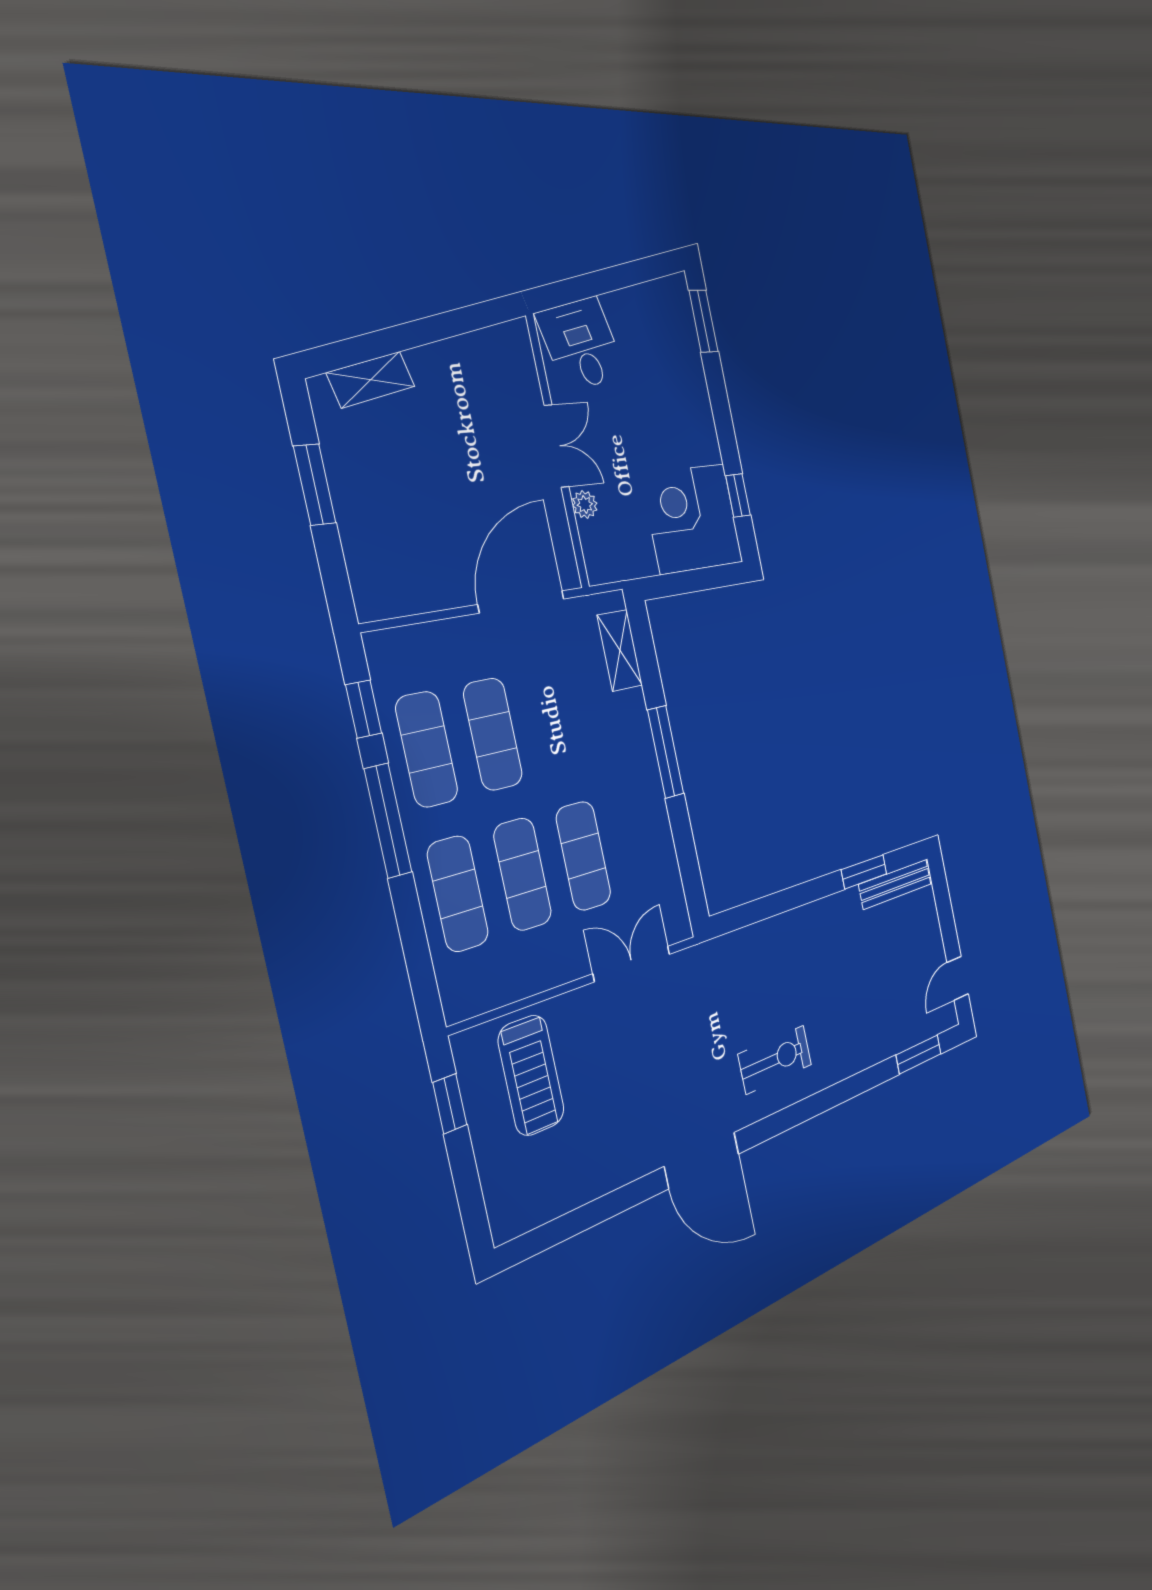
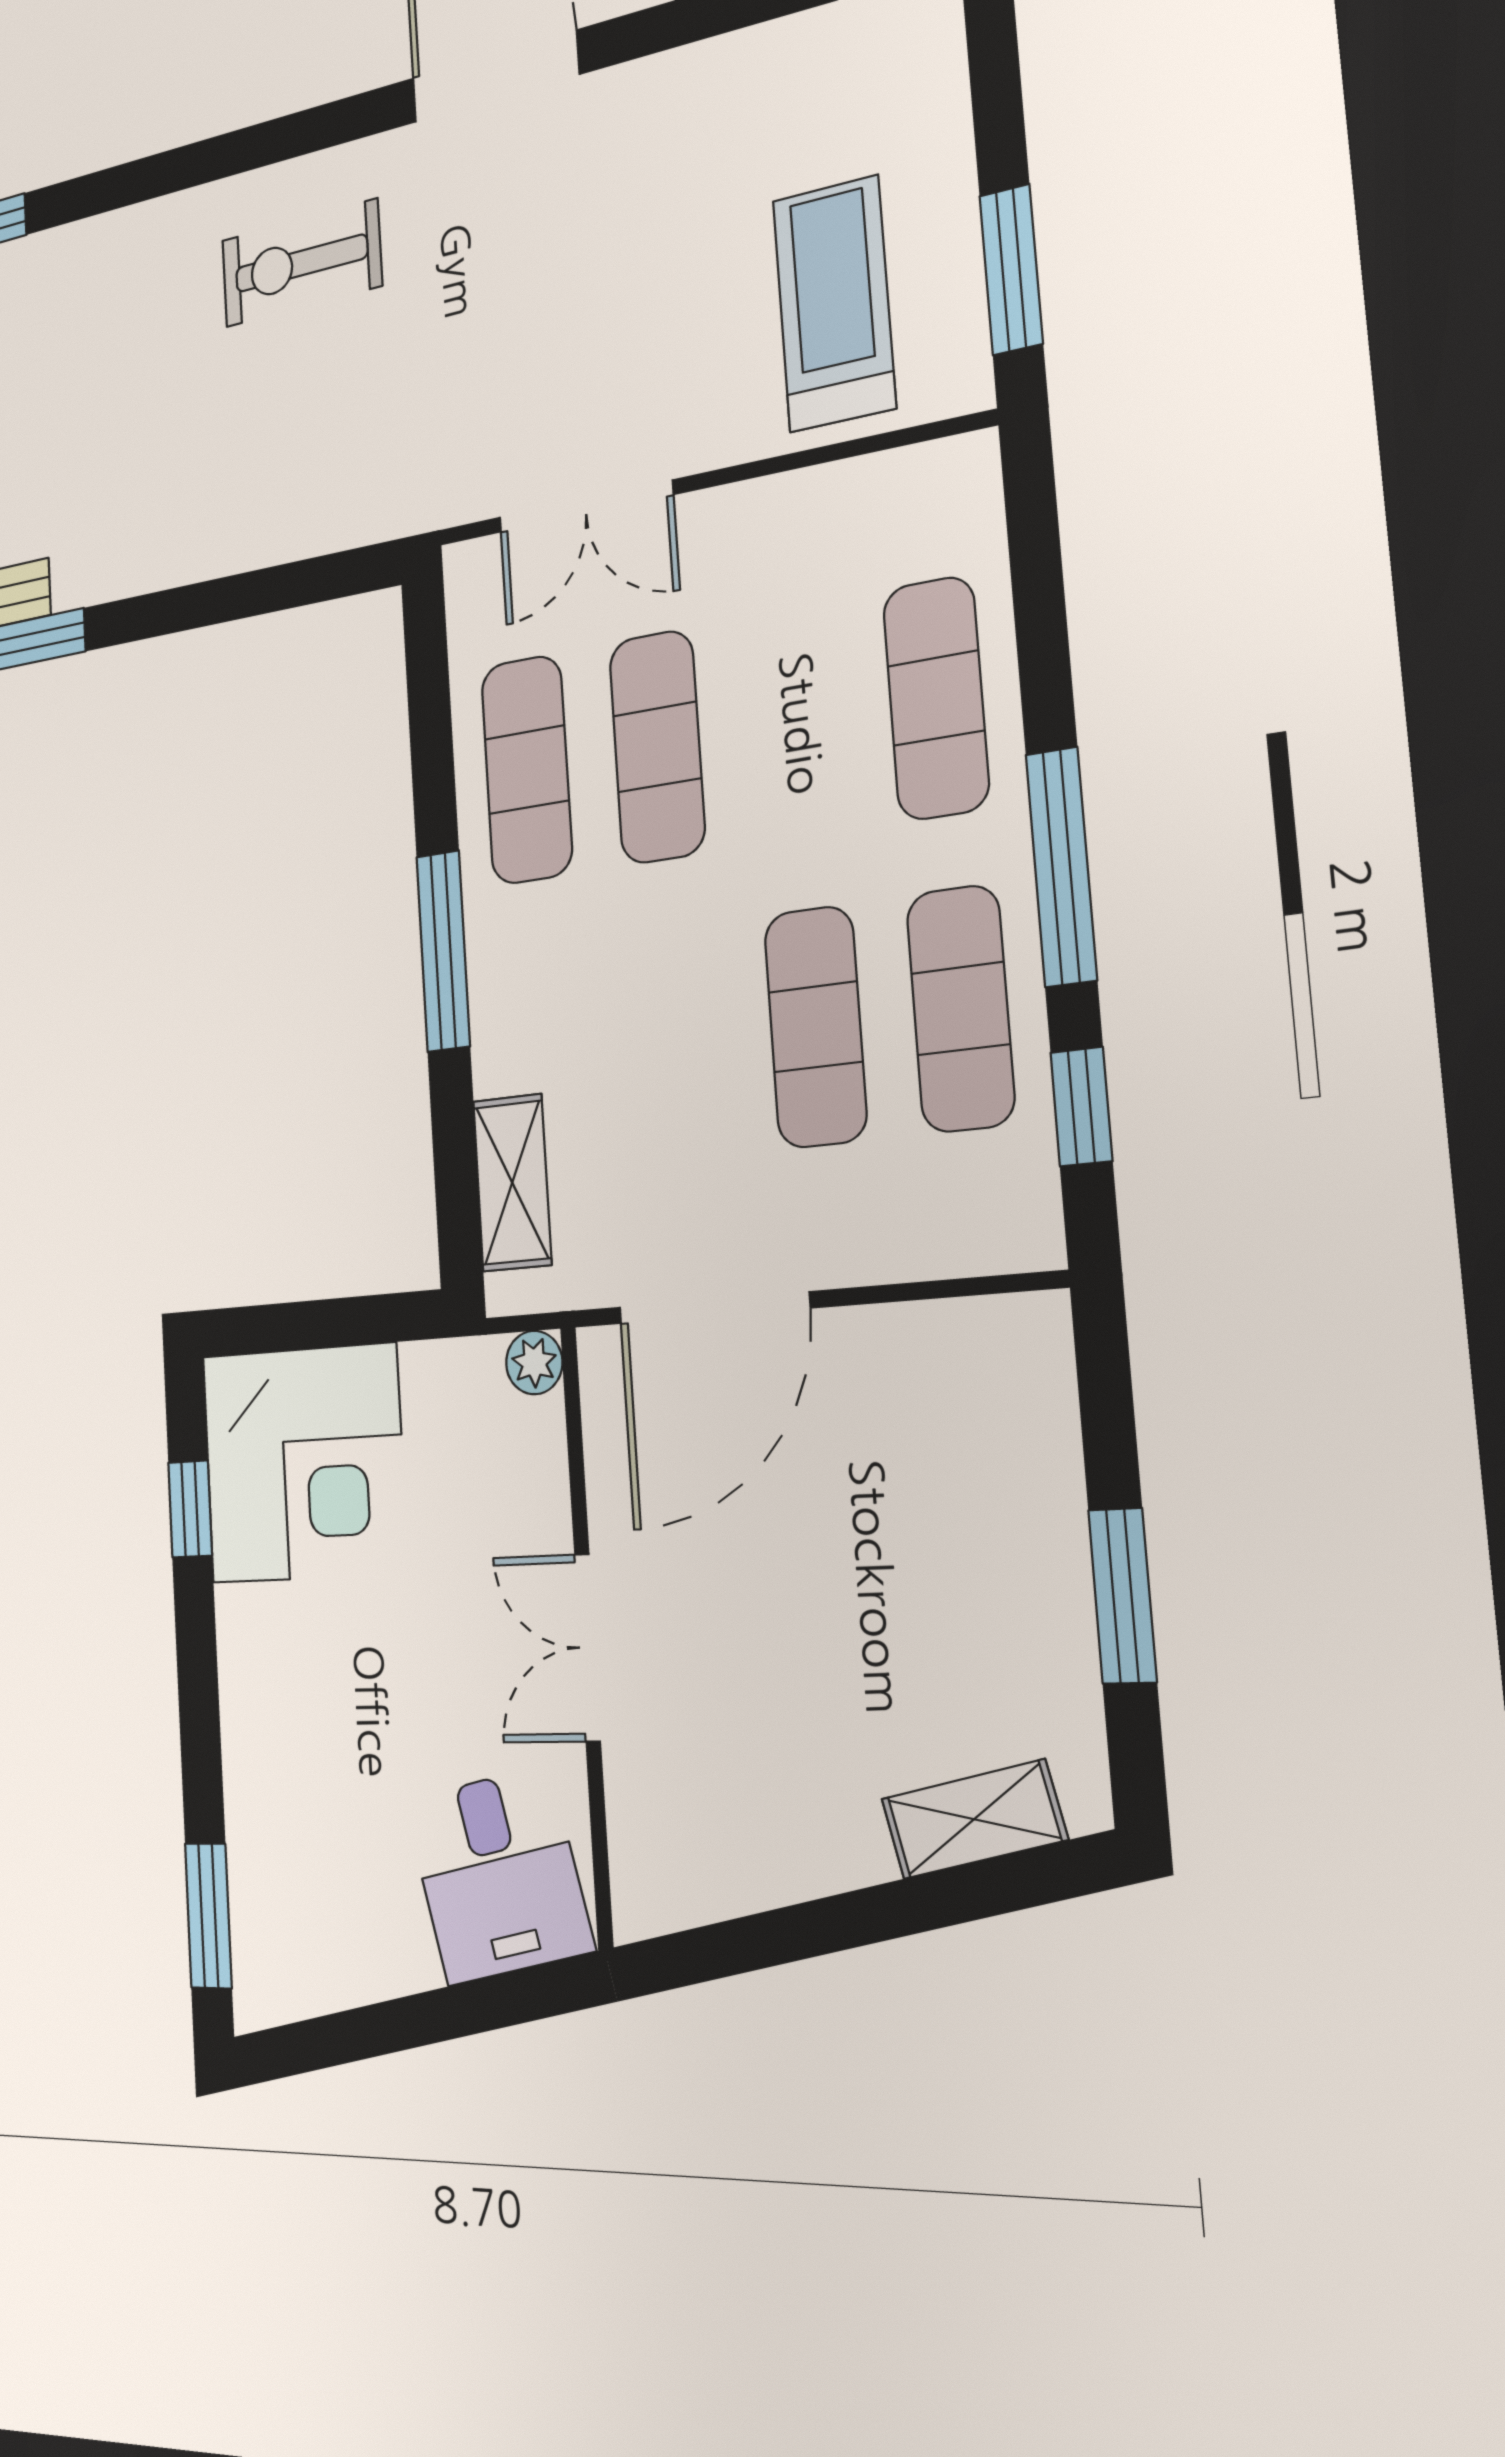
plant: (585, 504) -> (534, 1363), moved
exercise mat: (523, 874) -> (527, 770), moved
window: (450, 1104) -> (1011, 270), width x1.50

